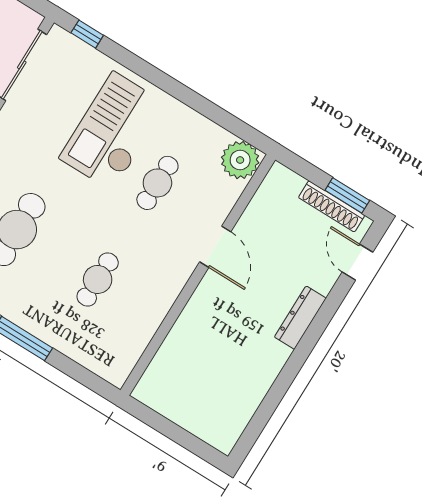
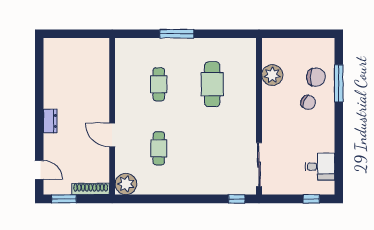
checkout: (113, 131) -> (195, 160), removed
shoe rack: (332, 206) -> (91, 189), moved
dresser: (300, 318) -> (50, 121), width x0.70

